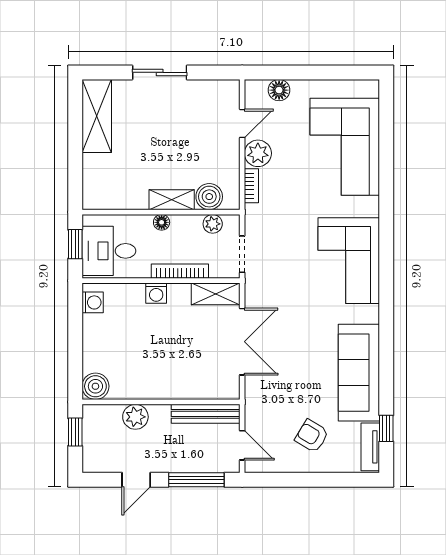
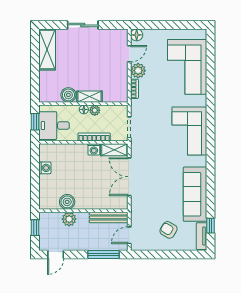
floor lamp: (279, 90) -> (137, 35), moved
boiler: (209, 197) -> (68, 95), moved
plant: (213, 224) -> (95, 110), moved
washing machine: (156, 293) -> (94, 149), moved
washing machine: (93, 302) -> (45, 168), moved
double door: (242, 342) -> (129, 177), swing flipped
boiler: (95, 386) -> (67, 202), moved
door: (242, 445) -> (129, 235), swing flipped
door: (136, 480) -> (56, 255), moved

